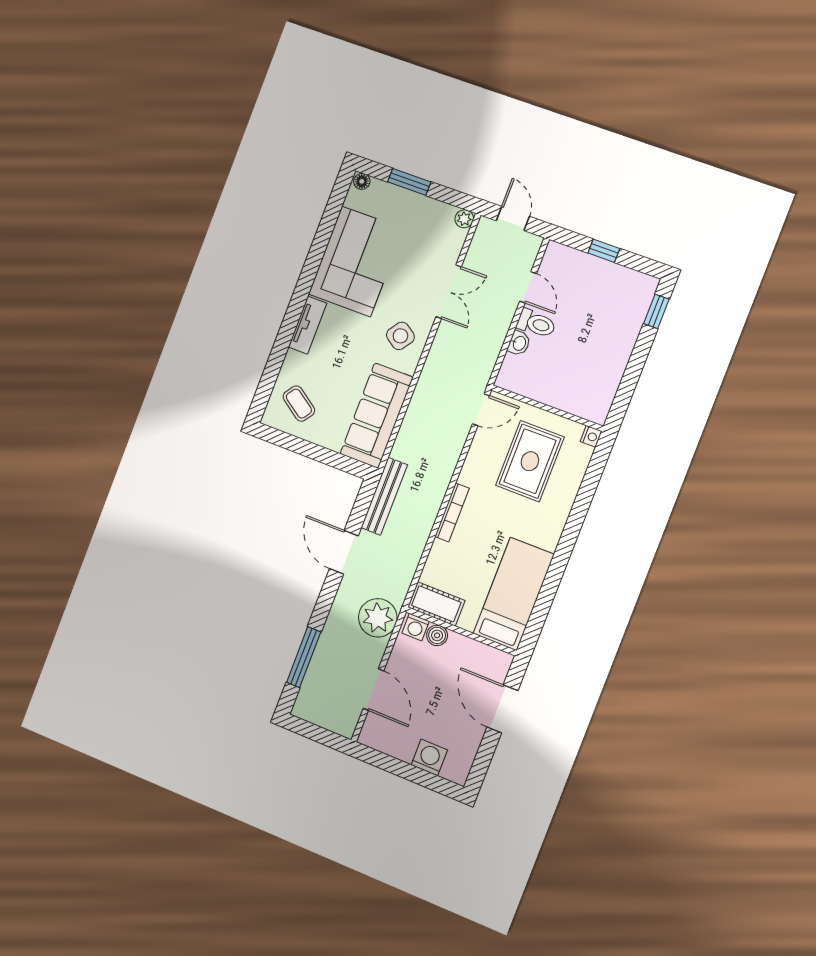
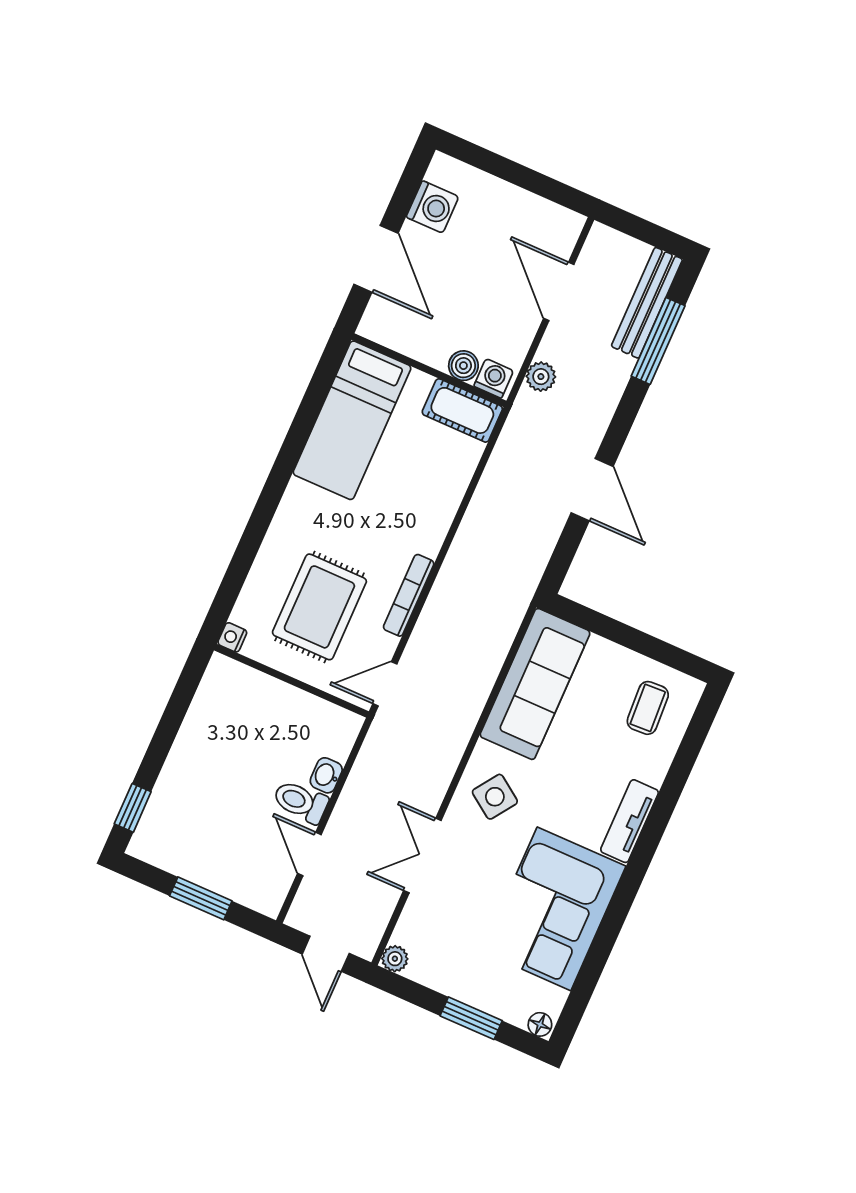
window: (604, 251) -> (201, 898), width x1.50
coffee table: (299, 404) -> (648, 708), turned 52
bench: (384, 496) -> (647, 303), moved
bookcase: (452, 512) -> (409, 595), moved
plant: (378, 618) -> (541, 377), width x0.53, depth x0.53
washing machine: (429, 758) -> (432, 207), moved, turned -90

